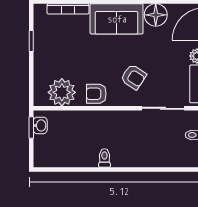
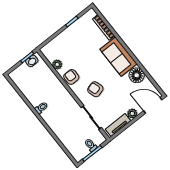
armchair: (133, 77) -> (95, 89), turned 131
plant: (62, 92) -> (57, 65), width x0.53, depth x0.53

